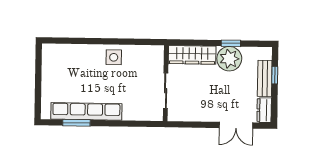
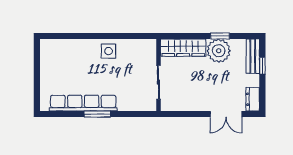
bench: (265, 78) -> (253, 56), moved
window: (76, 123) -> (97, 114), moved

